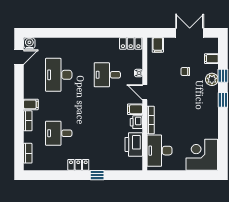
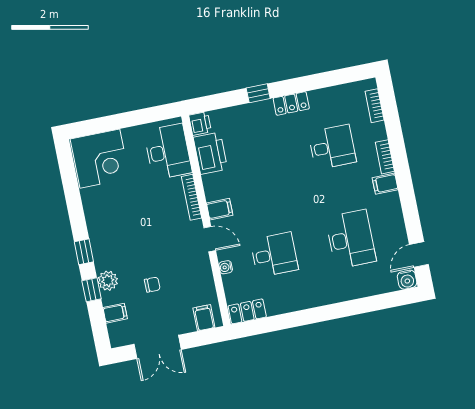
printer: (136, 122) -> (200, 123), moved

